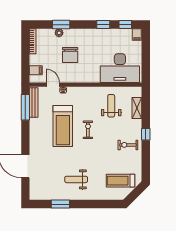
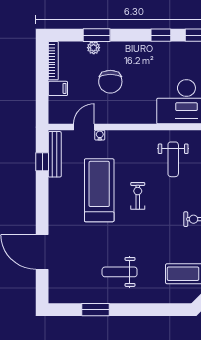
filing cabinet: (36, 70) -> (58, 88), moved
door: (53, 85) -> (84, 127), hinge flipped
weight bench: (111, 106) -> (173, 159), turned 180
window: (25, 107) -> (42, 162), width x0.46
treadmill: (63, 126) -> (99, 190), turned 180

